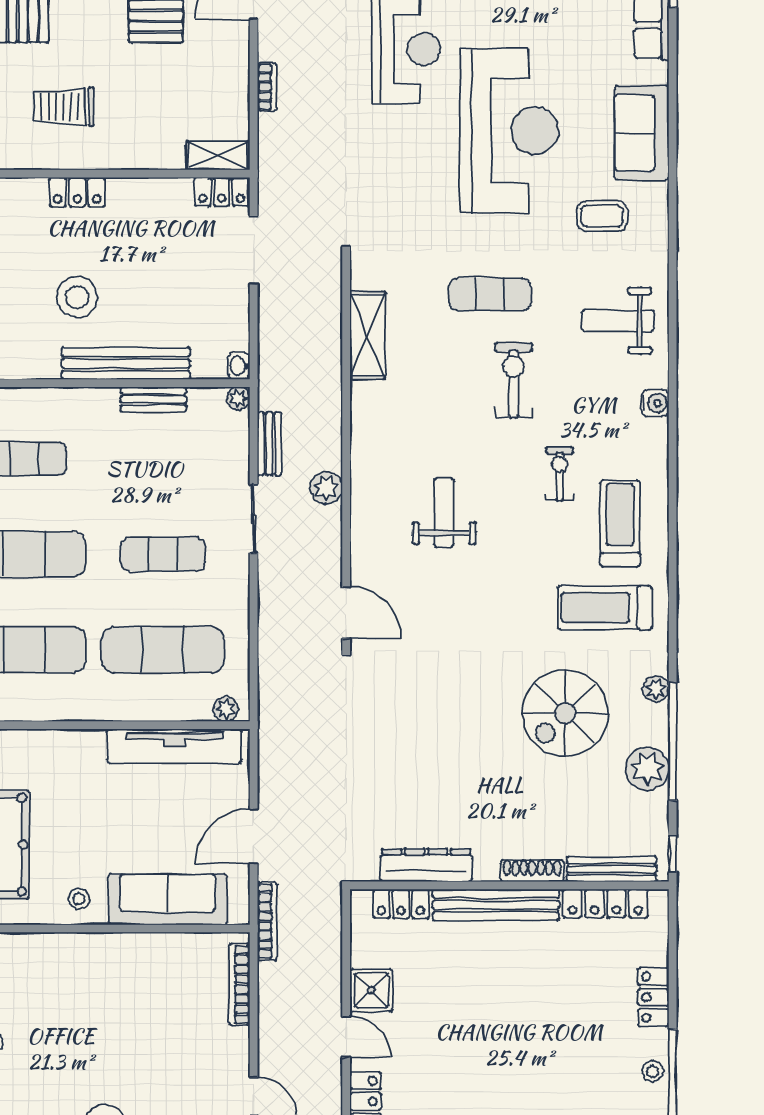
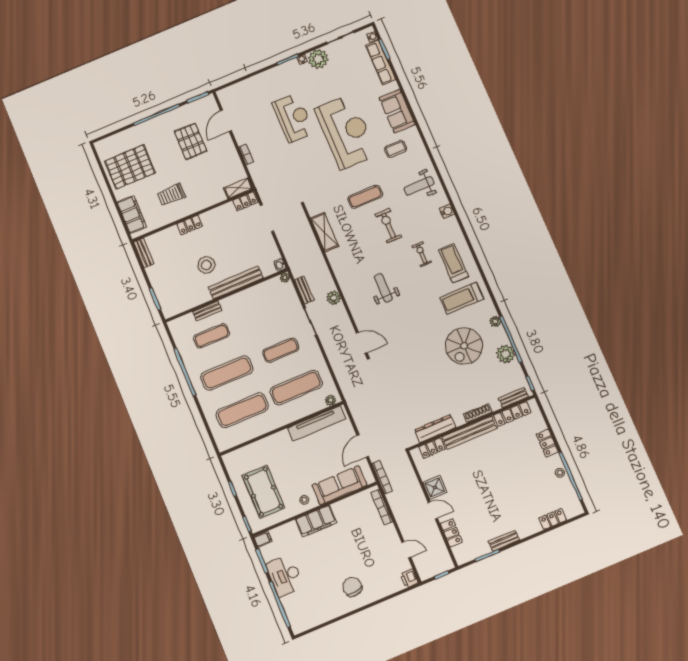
bench: (153, 399) -> (207, 311), moved
bench: (612, 869) -> (513, 397), width x0.73
filing cabinet: (85, 955) -> (316, 521), added

